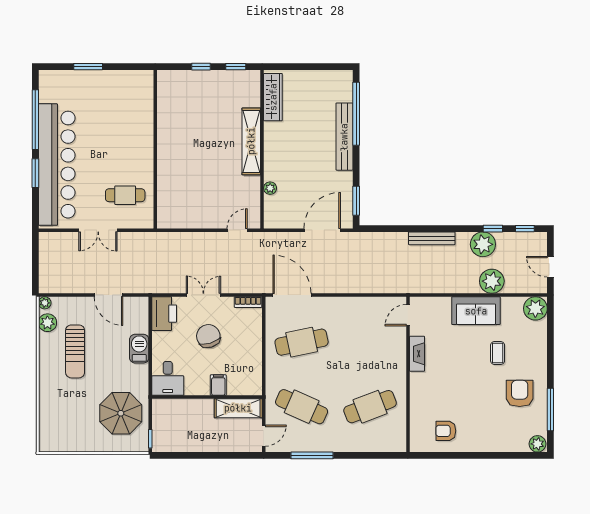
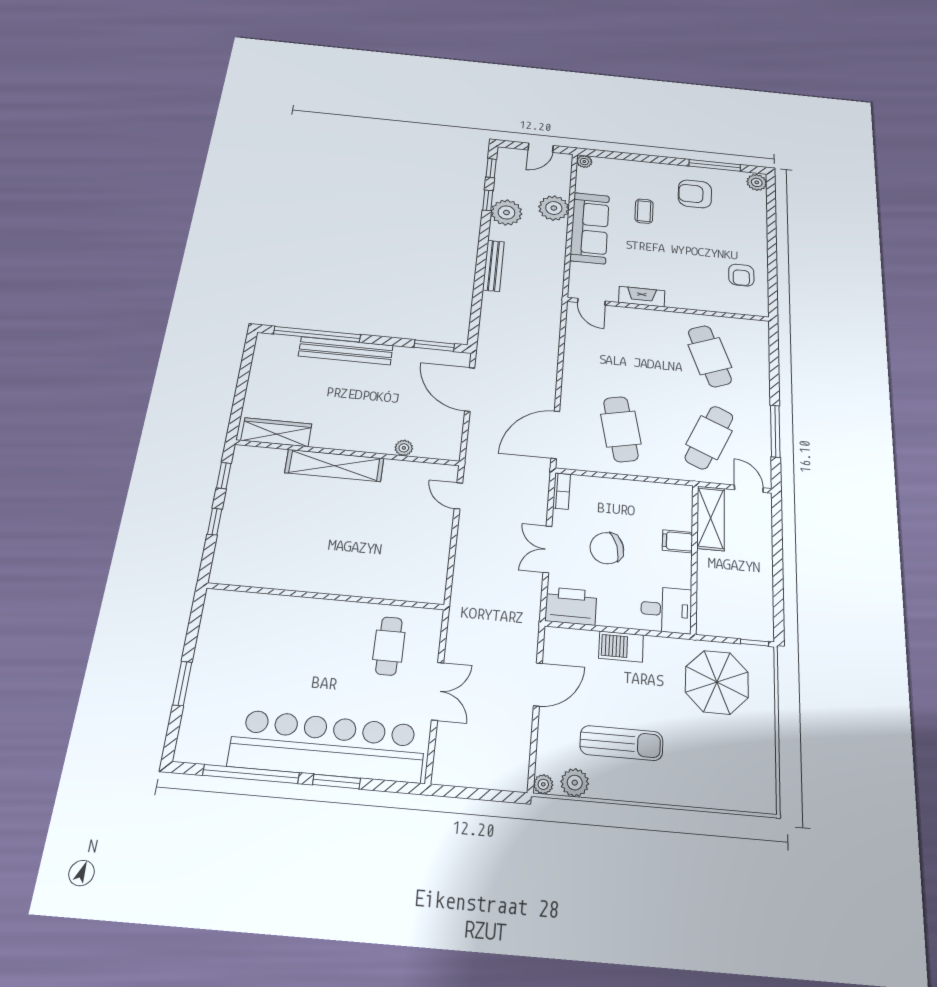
plant: (535, 308) -> (584, 162), width x0.53, depth x0.53
sofa: (476, 311) -> (590, 228), width x1.36
coffee table: (498, 353) -> (644, 211), turned 90

